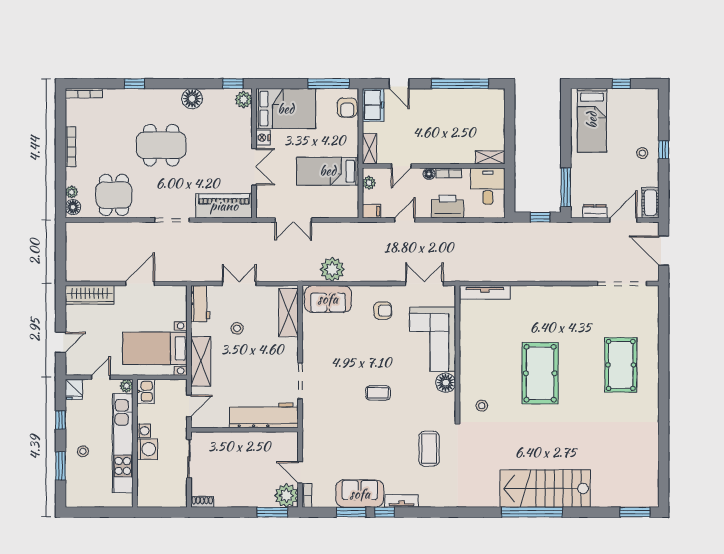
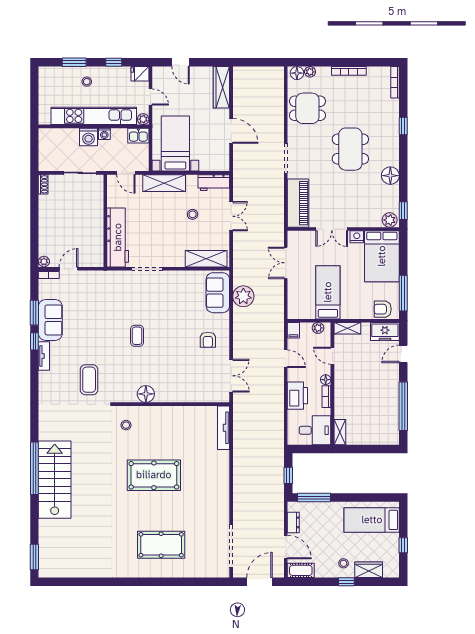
wardrobe: (650, 124) -> (369, 570), added
corner sofa: (432, 339) -> (183, 383), removed
coffee table: (429, 449) -> (89, 380), turned 90
plant: (286, 496) -> (44, 262), width x0.53, depth x0.53
window: (272, 512) -> (34, 245), removed

